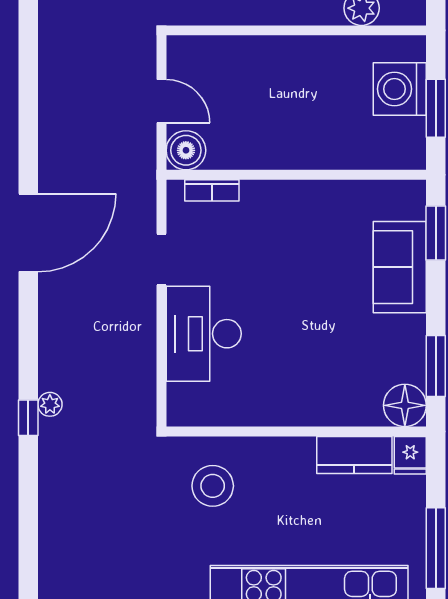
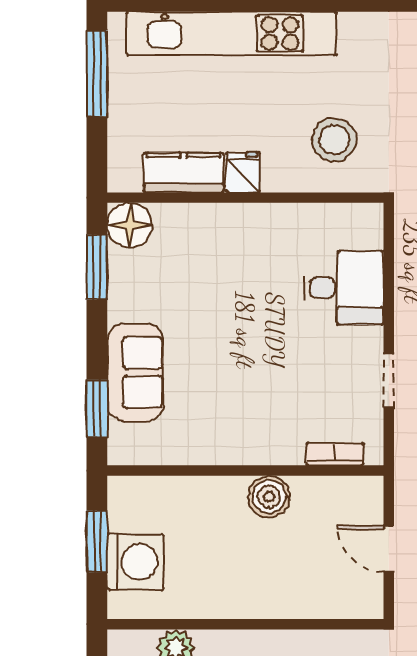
boiler: (186, 150) -> (269, 497), moved
desk: (204, 334) -> (344, 288), width x0.73
fridge: (410, 455) -> (243, 172), moved

